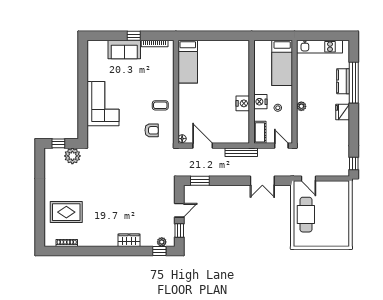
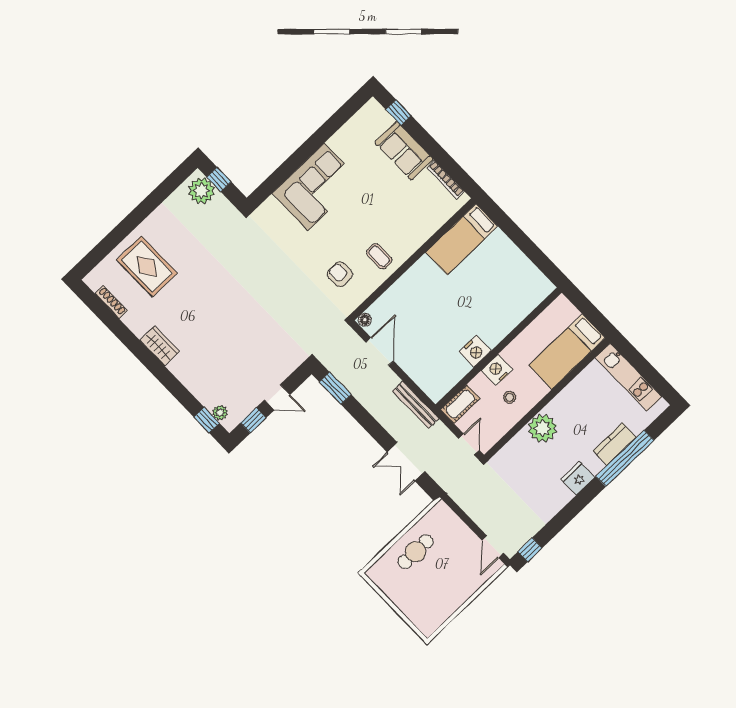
window: (134, 36) -> (398, 113), moved
plant: (301, 106) -> (543, 428), width x1.88, depth x1.88
armchair: (152, 130) -> (340, 274), turned 180
plant: (72, 156) -> (201, 191), moved
door: (309, 179) -> (493, 547), moved
cafe table: (306, 215) -> (416, 552), width x0.73, depth x0.74
wardrobe: (129, 240) -> (159, 346), moved

